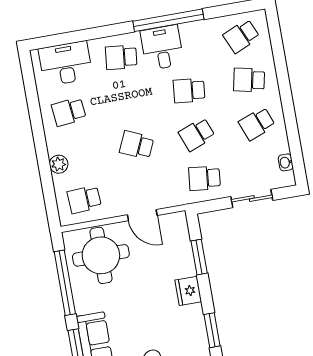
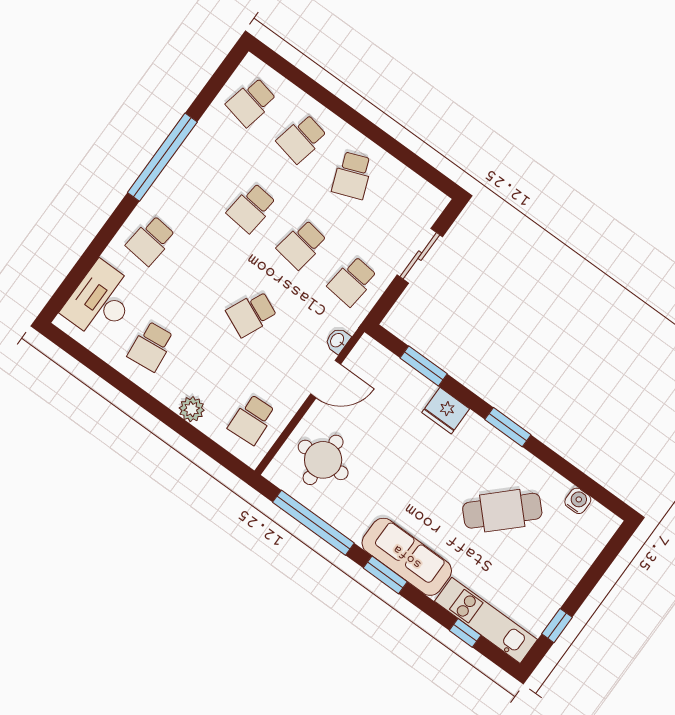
school desk: (241, 36) -> (251, 102), turned 36
desk: (162, 48) -> (182, 191), removed
school desk: (197, 134) -> (302, 245), turned 30
washbasin: (286, 162) -> (337, 340), moved, turned 90
round table: (101, 255) -> (323, 460), width x0.73, depth x0.73

